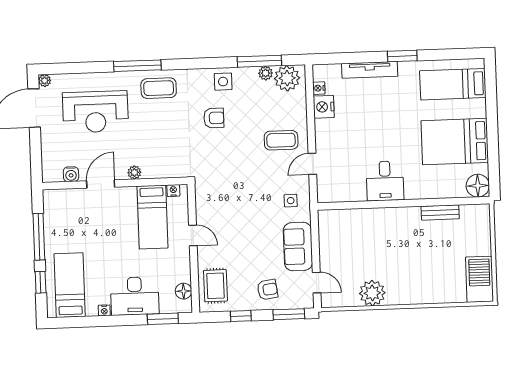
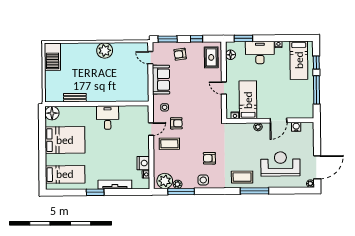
armchair: (270, 174) -> (176, 123), added
plant: (372, 293) -> (105, 51), moved

